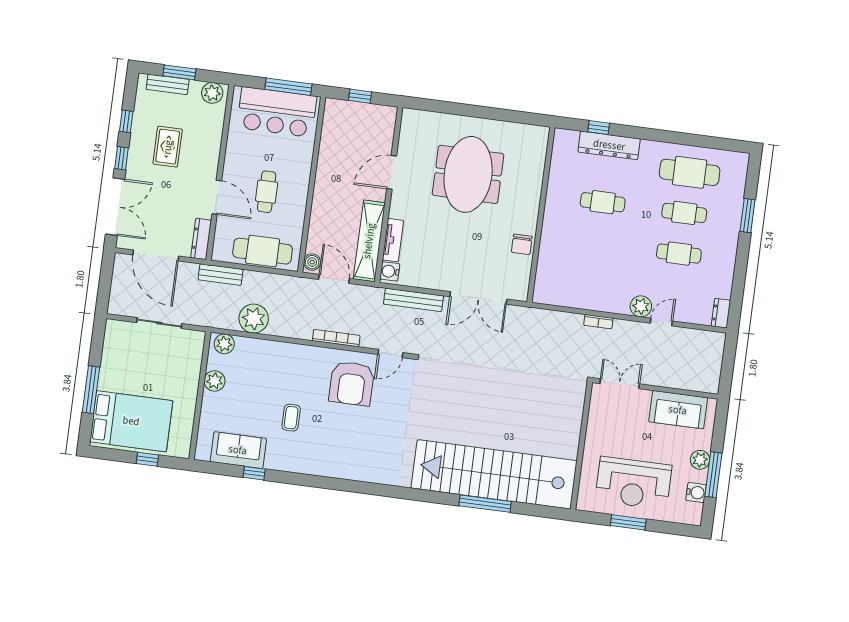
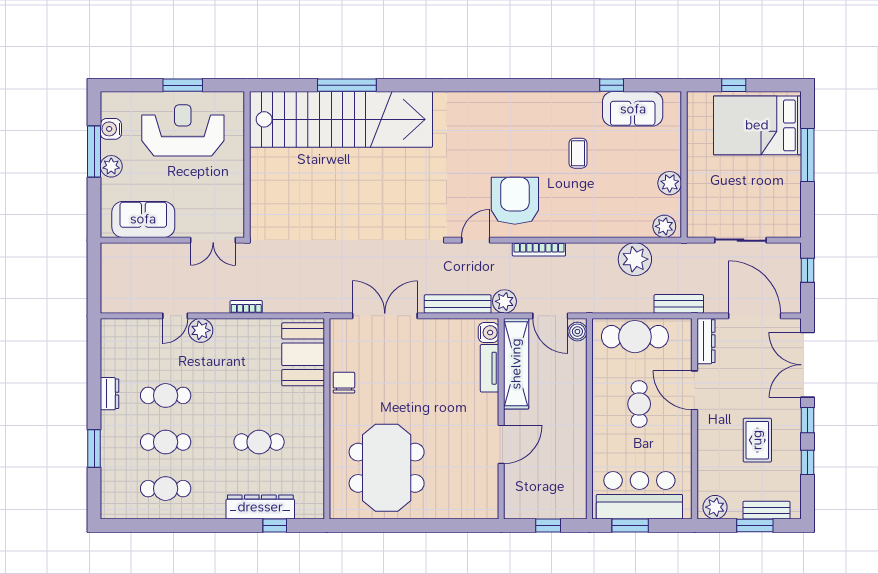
window: (288, 87) -> (630, 525), width x0.69
cafe table: (690, 172) -> (166, 489), width x0.73, depth x0.74
meeting table: (468, 174) -> (387, 468), moved
booth: (554, 274) -> (303, 354), added
window: (104, 289) -> (808, 270), added
plant: (372, 297) -> (504, 301), added
dresser: (721, 313) -> (109, 394), moved

